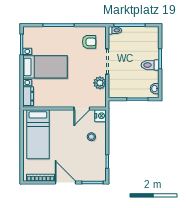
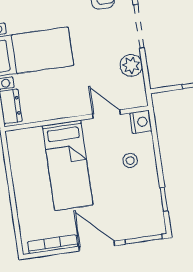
door: (82, 108) -> (106, 114), swing flipped
bed: (38, 134) -> (68, 165), moved

